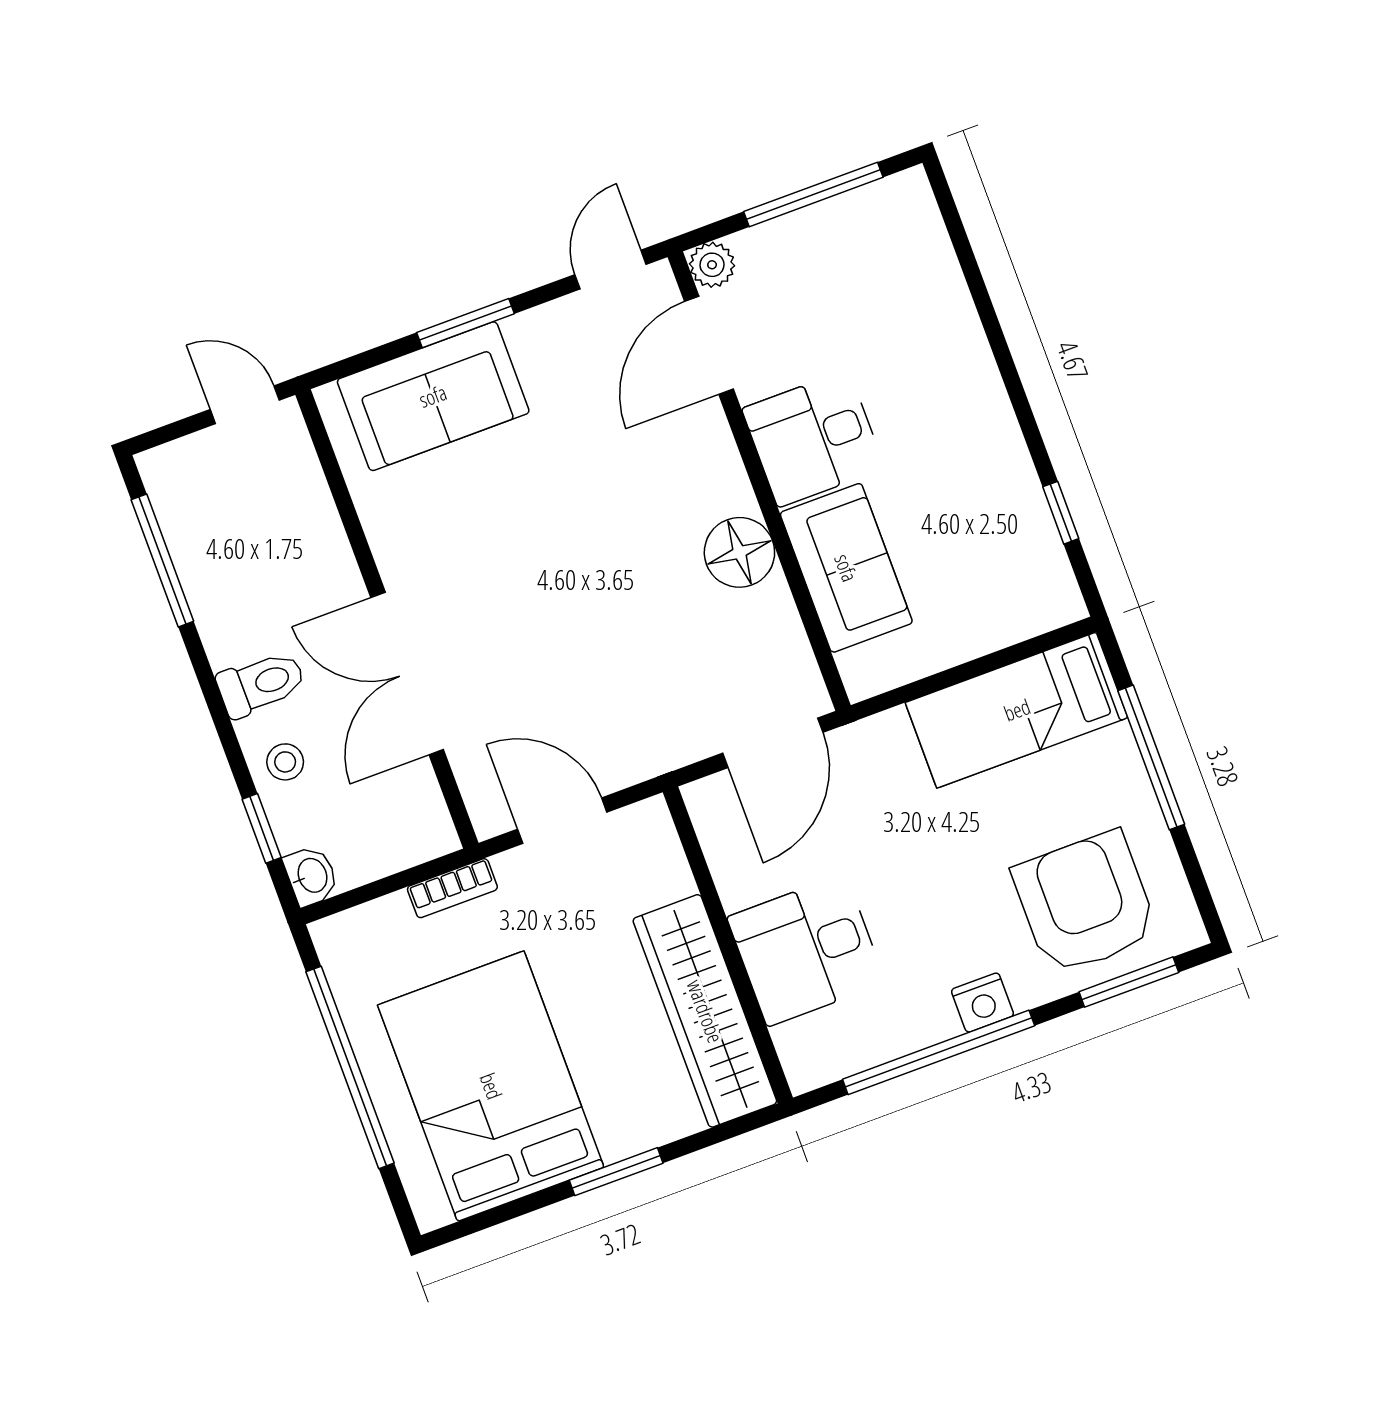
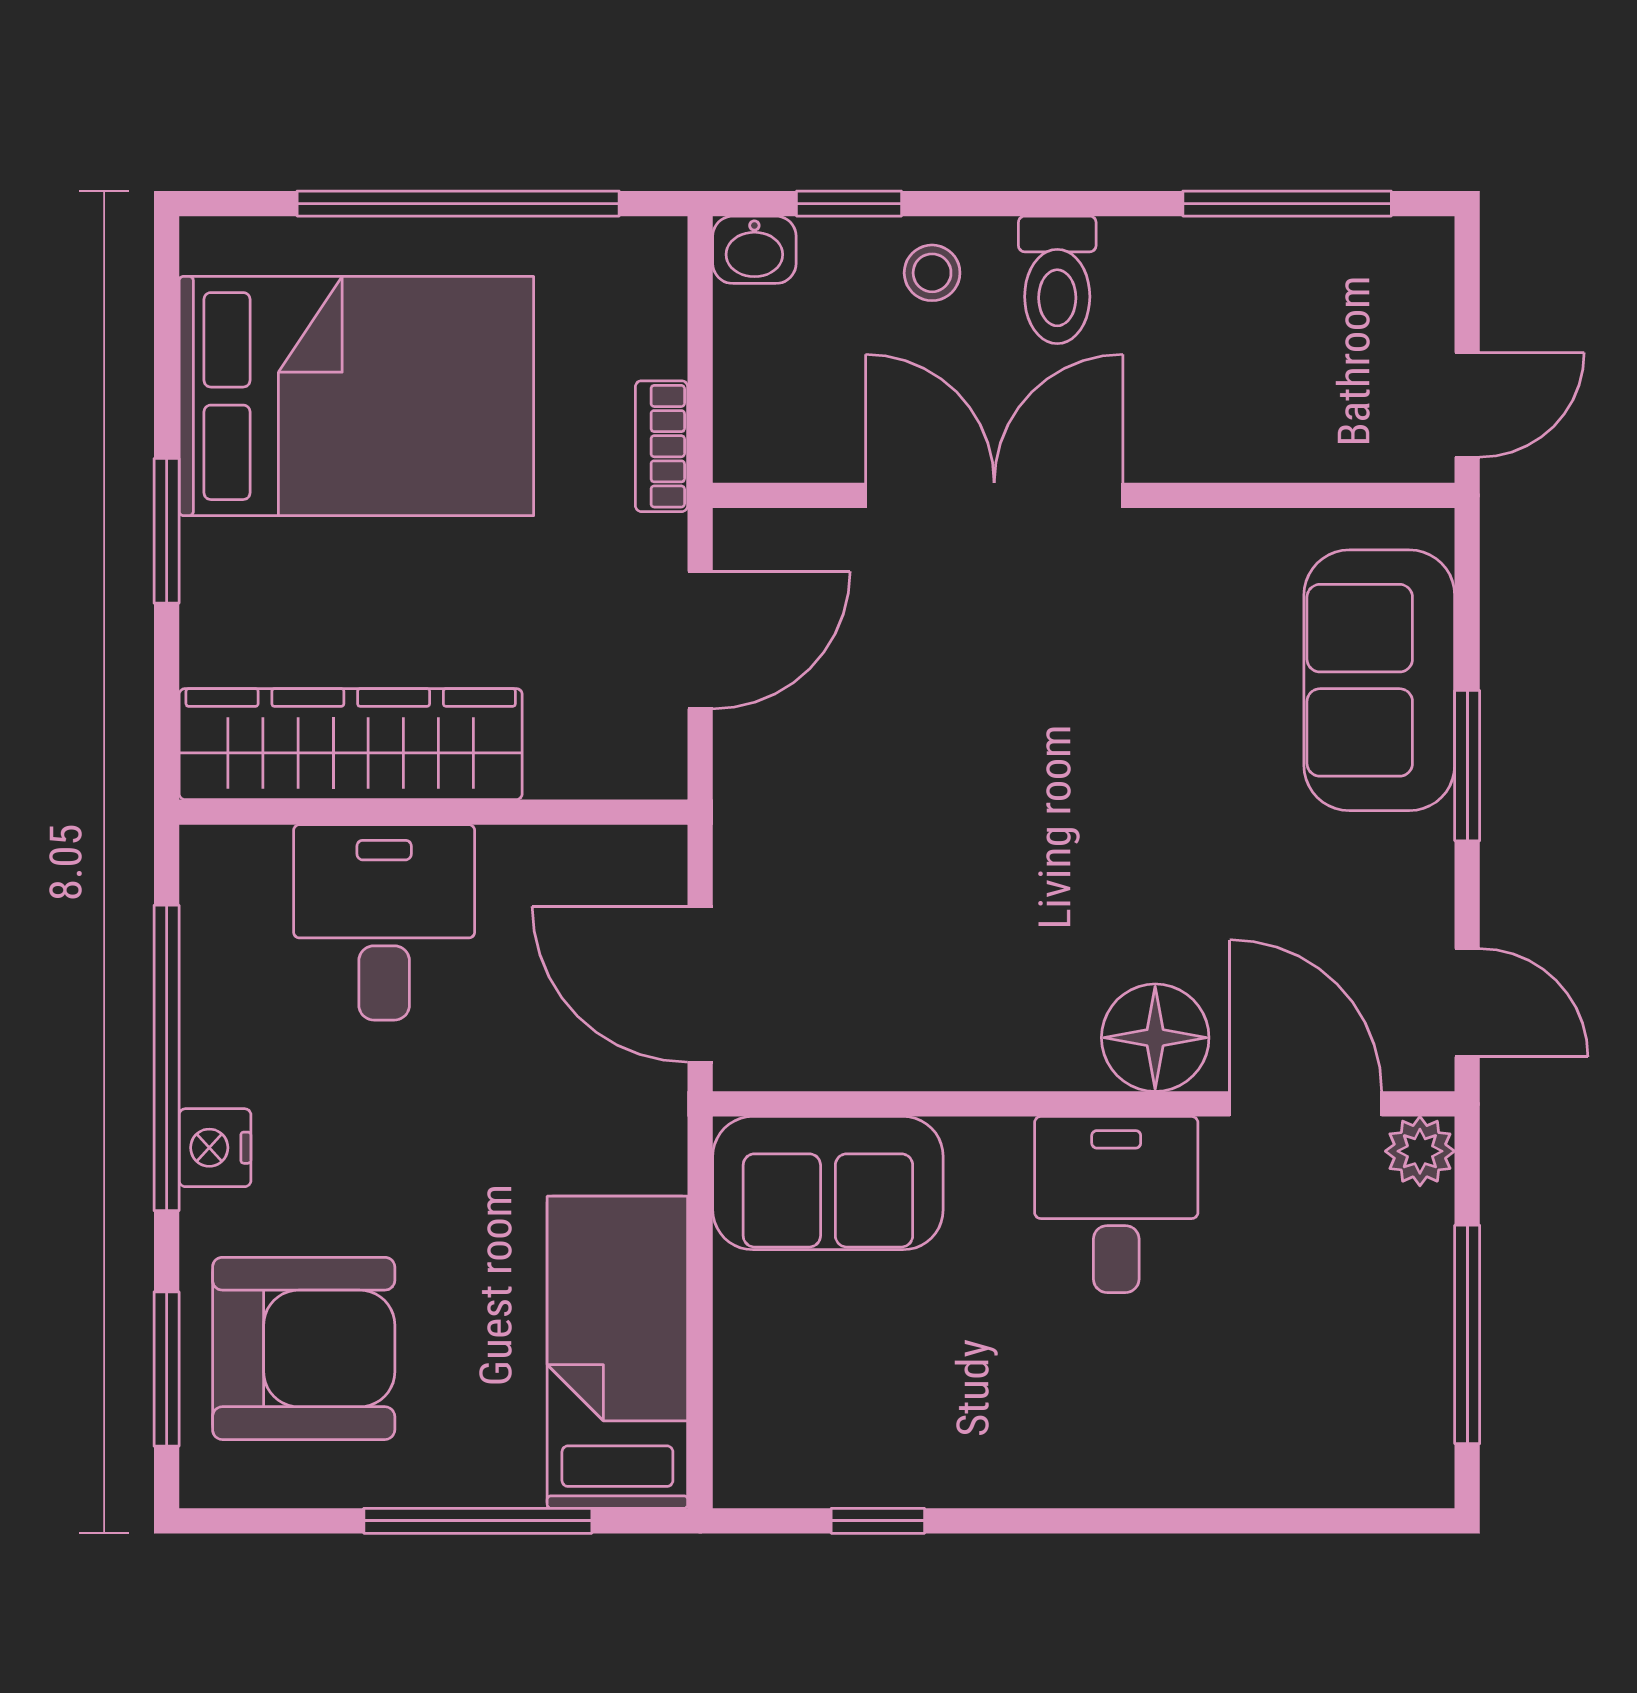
floor lamp: (739, 552) -> (1155, 1038), moved
sofa: (846, 568) -> (828, 1183), moved

